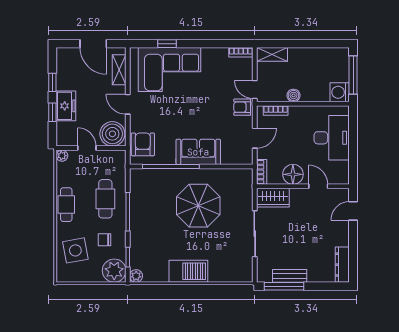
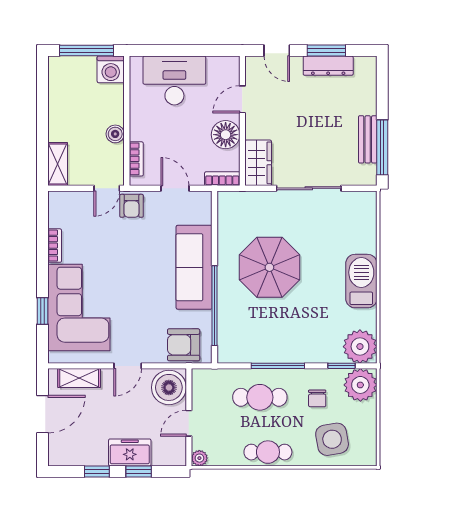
bookcase: (241, 52) -> (55, 246), moved
sofa: (198, 152) -> (194, 267), width x1.36
window: (353, 246) -> (326, 51), added
dresser: (342, 265) -> (328, 66), moved
plant: (136, 276) -> (360, 347), width x1.87, depth x1.87

